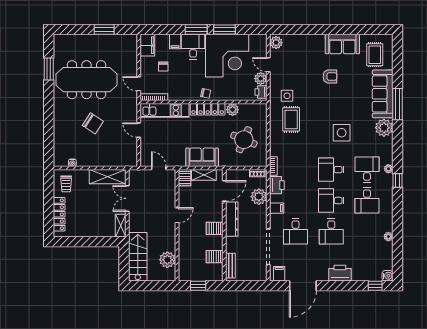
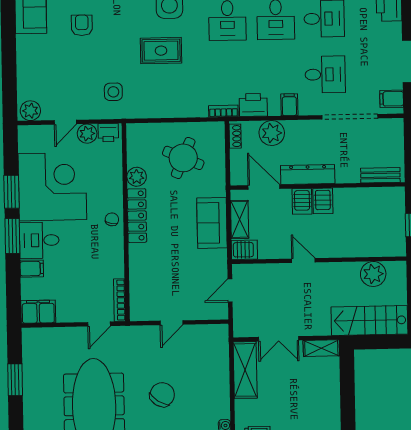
chair: (163, 67) -> (71, 286), removed
kitchen unit: (165, 110) -> (140, 283), removed
rug: (291, 119) -> (161, 51), moved
server rack: (215, 257) -> (302, 201), moved

